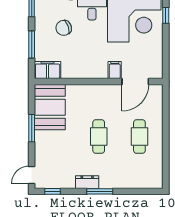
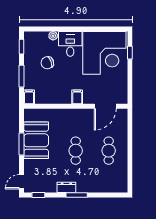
filing cabinet: (48, 70) -> (29, 97), width x0.50
filing cabinet: (115, 70) -> (77, 97), moved
booth: (50, 107) -> (36, 140), moved

